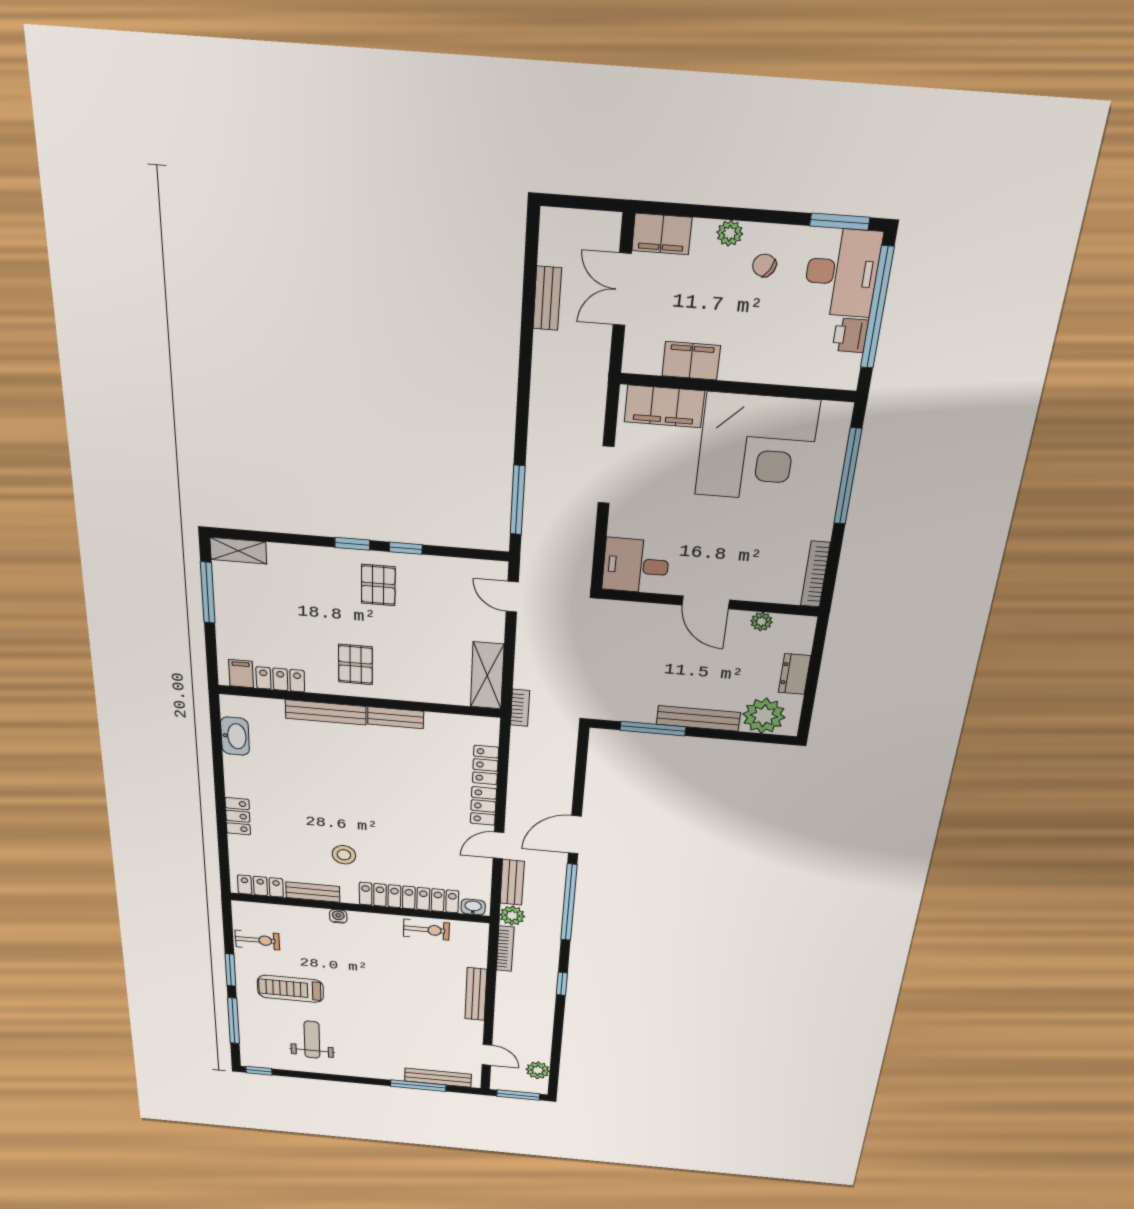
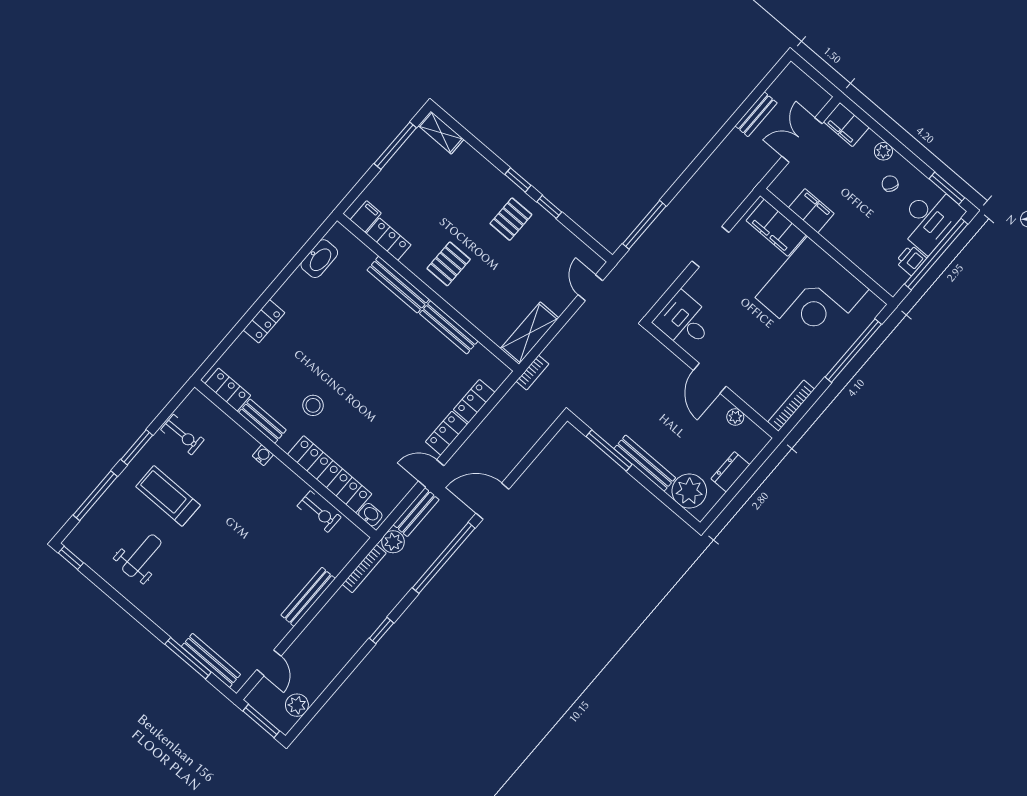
bench: (396, 718) -> (449, 327), width x1.36

